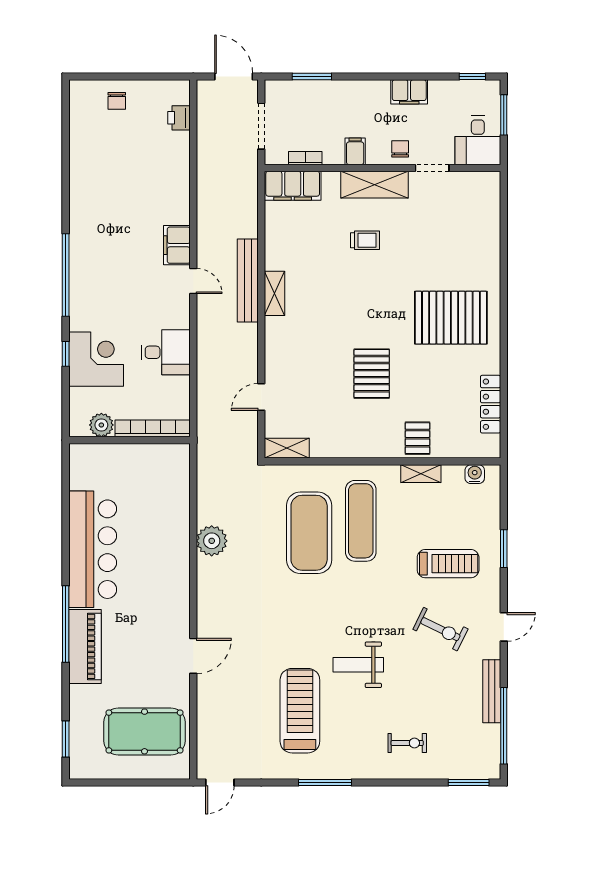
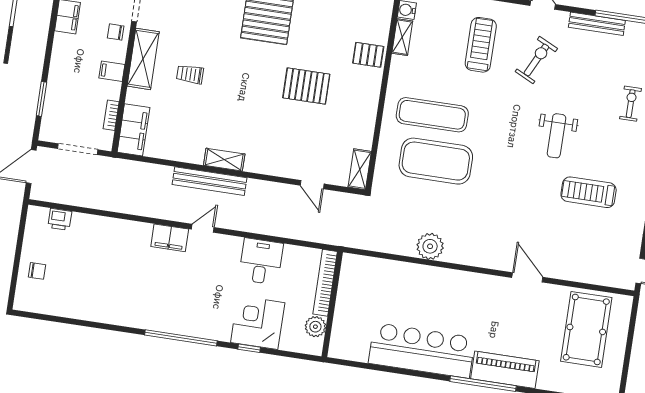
trolley: (365, 240) -> (190, 74), turned -90
shelving: (421, 474) -> (402, 37), moved
treadmill: (300, 711) -> (589, 192), width x0.73, depth x0.73

